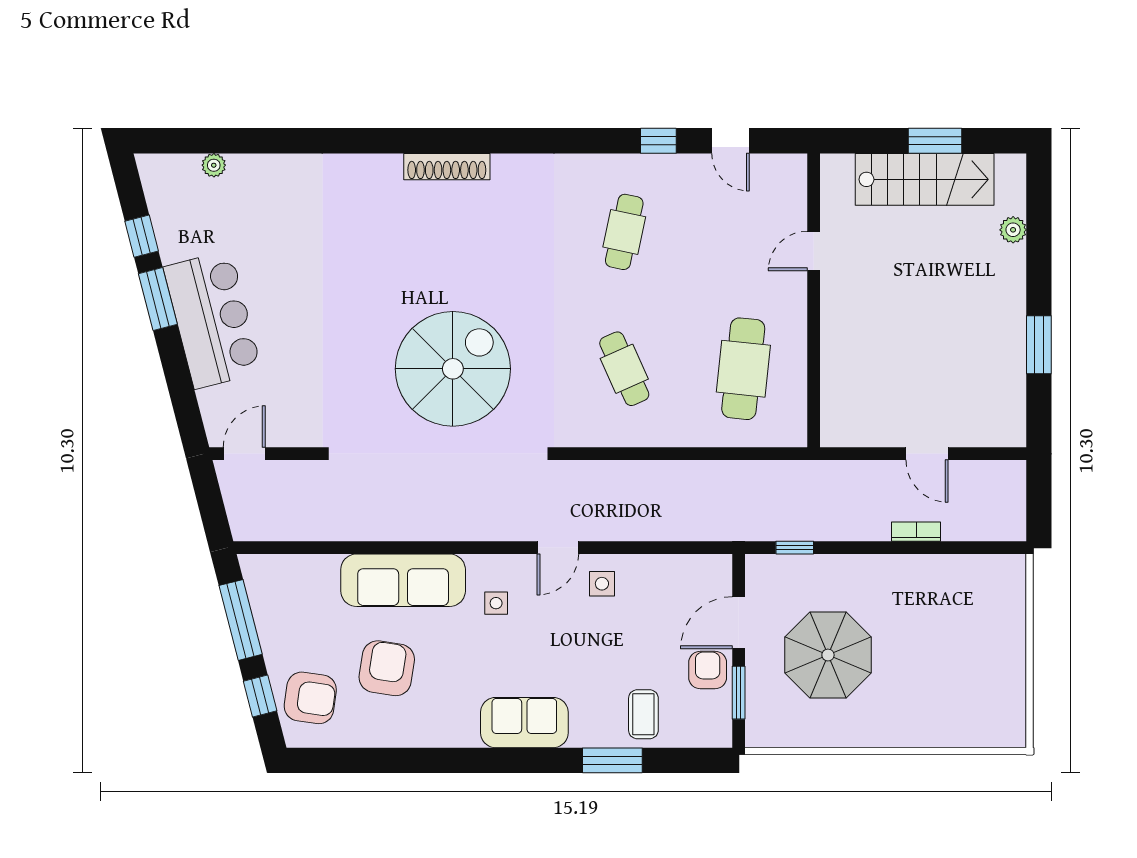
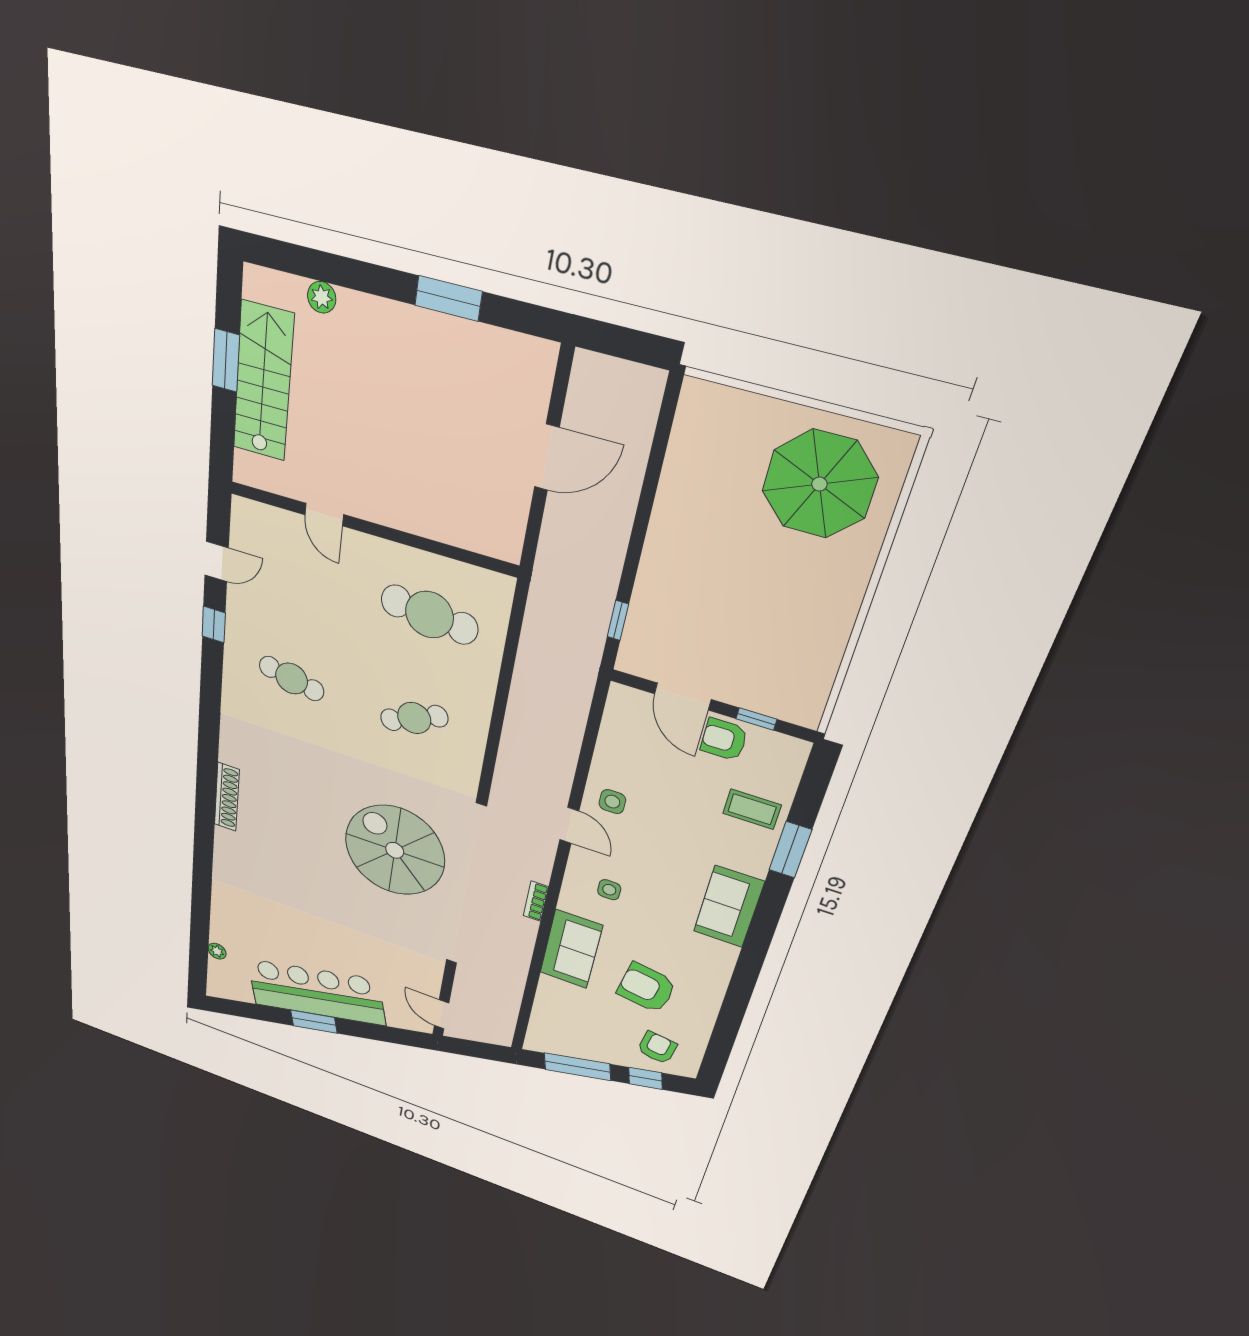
window: (142, 236) -> (266, 1013), removed
bar counter: (213, 320) -> (316, 992), width x1.36
door: (927, 454) -> (547, 457), width x1.38
bookcase: (916, 532) -> (536, 901), moved
sofa: (403, 580) -> (571, 949), width x0.73
parasol: (828, 655) -> (819, 484), moved
window: (739, 693) -> (756, 719), width x0.67
armchair: (310, 698) -> (657, 1048), width x0.72, depth x0.72

